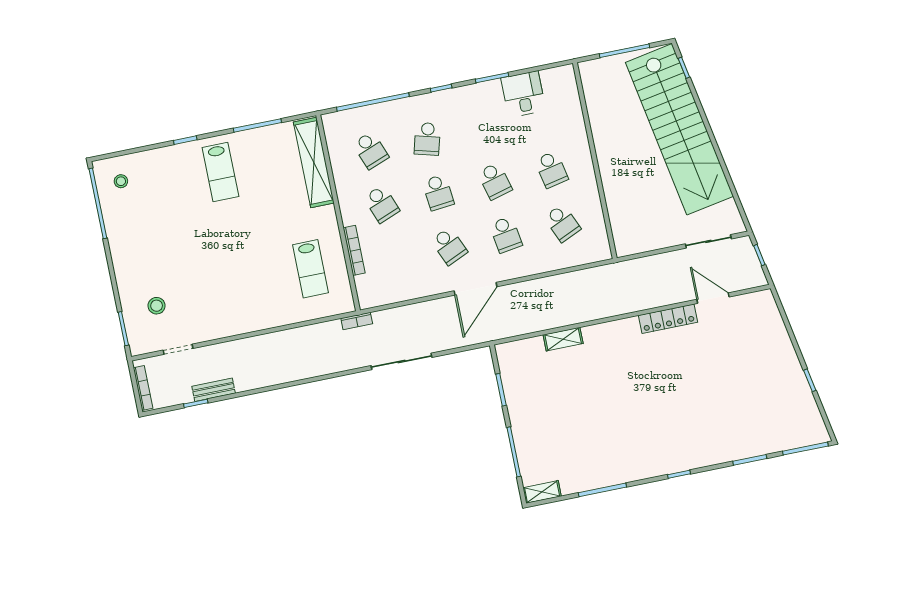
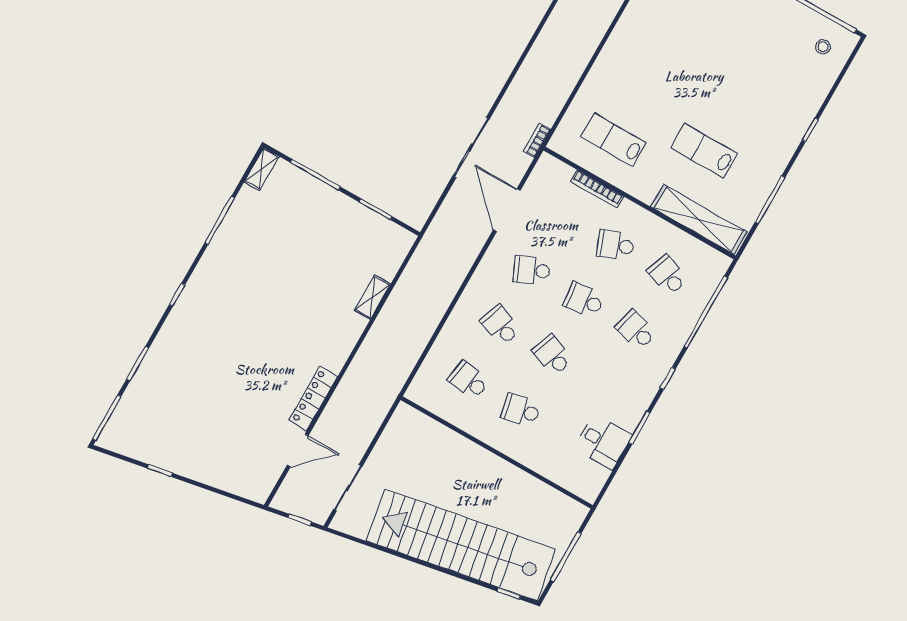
school desk: (371, 150) -> (668, 275), turned 42
lab bench: (220, 172) -> (704, 150), moved
school desk: (495, 181) -> (552, 355), turned 36
school desk: (562, 223) -> (469, 380), turned 33
school desk: (506, 235) -> (500, 325), turned 30
door: (475, 289) -> (507, 210), moved

